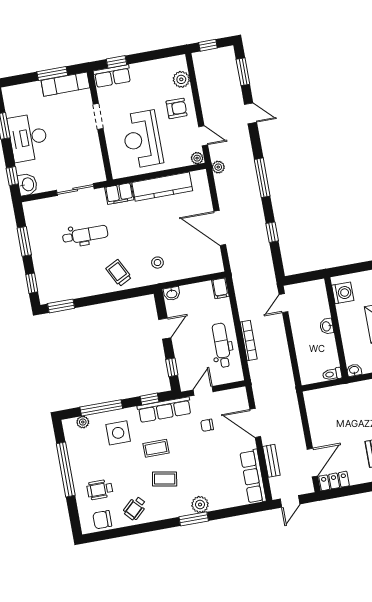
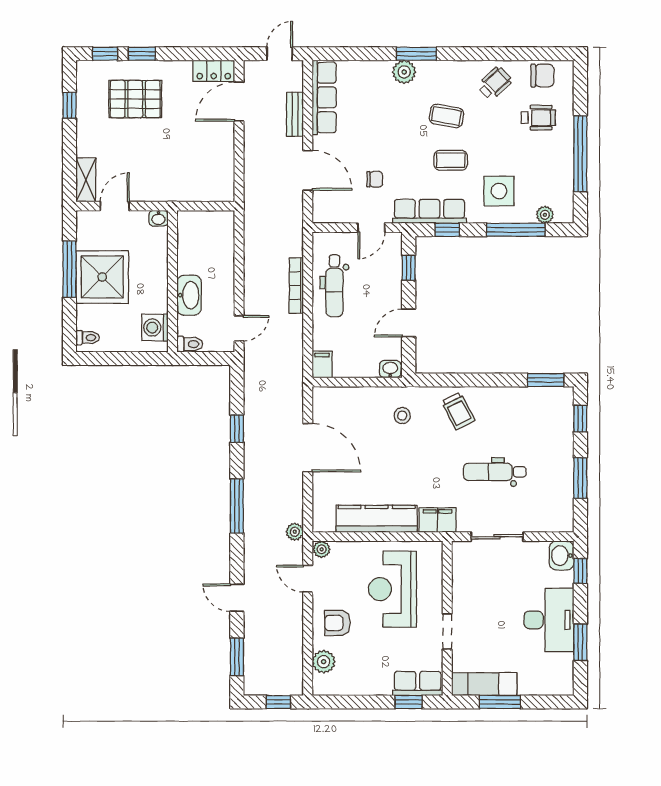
reception desk: (142, 139) -> (393, 589), turned 180
washbasin: (327, 326) -> (189, 295), width x1.91, depth x1.45
toilet: (332, 374) -> (190, 344), moved

